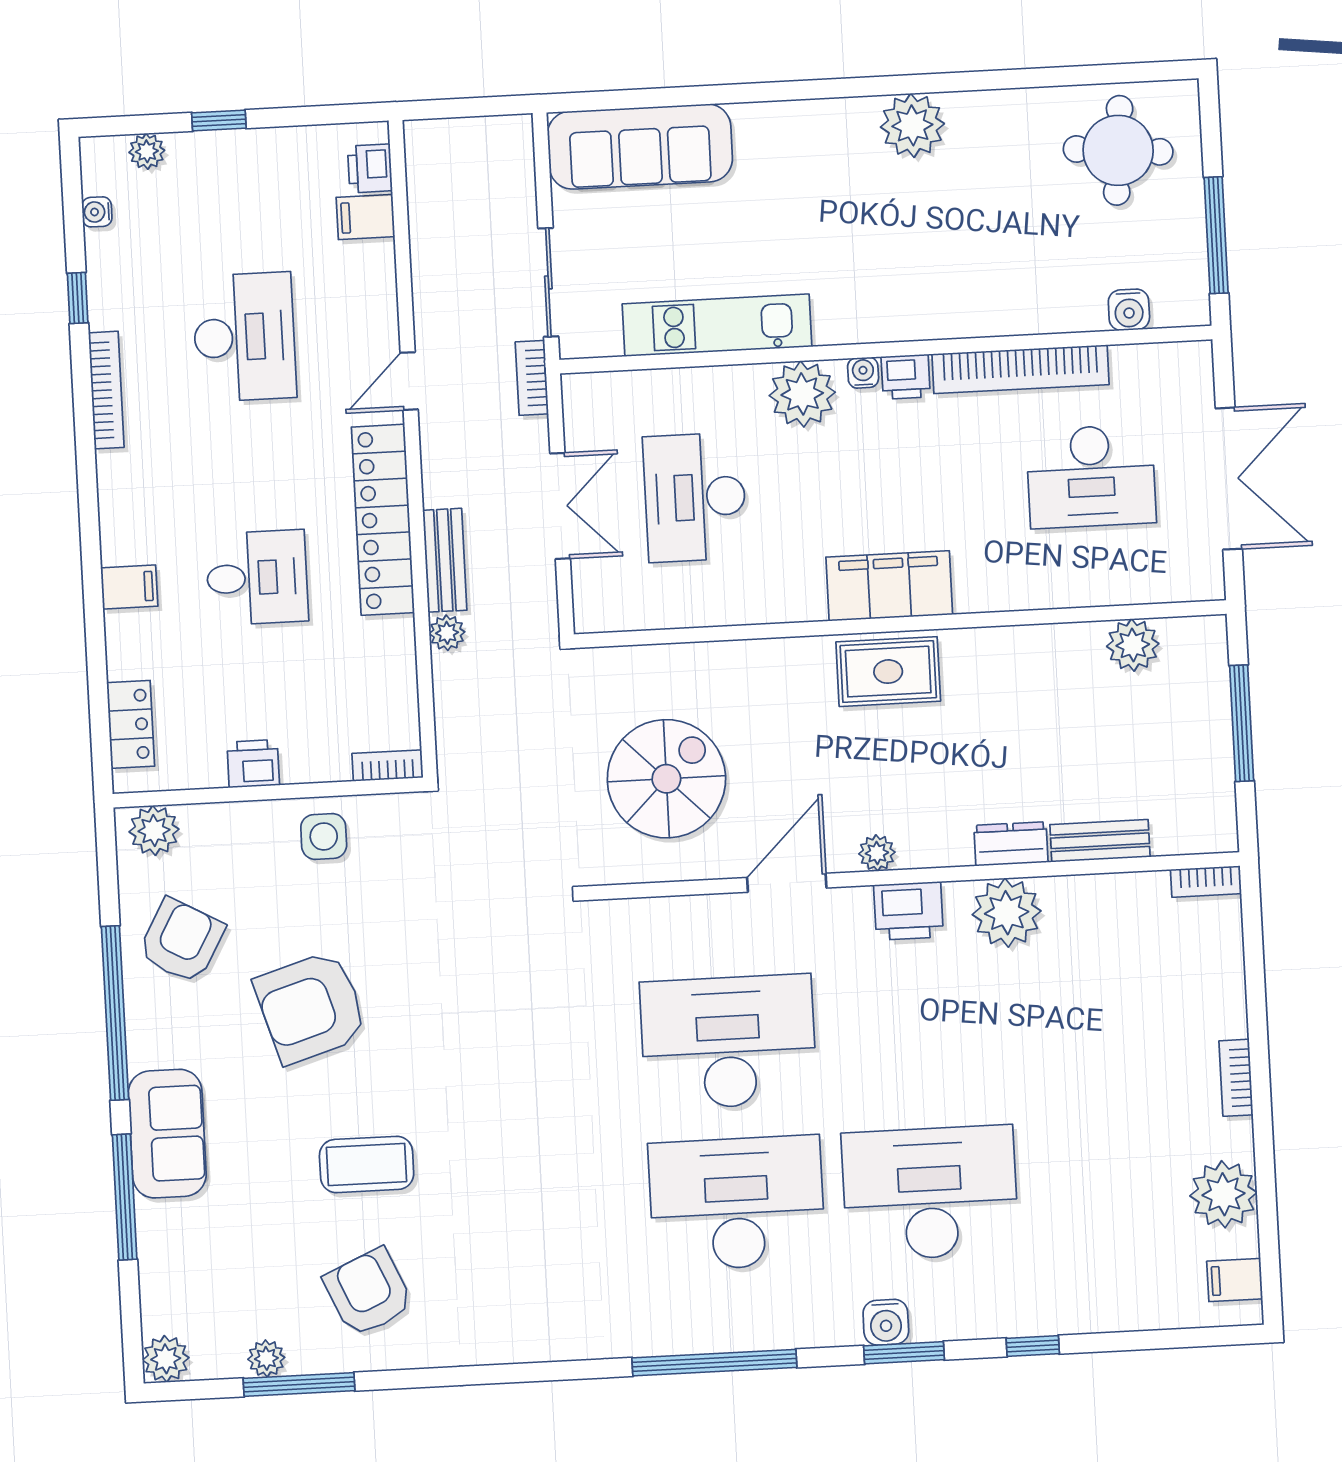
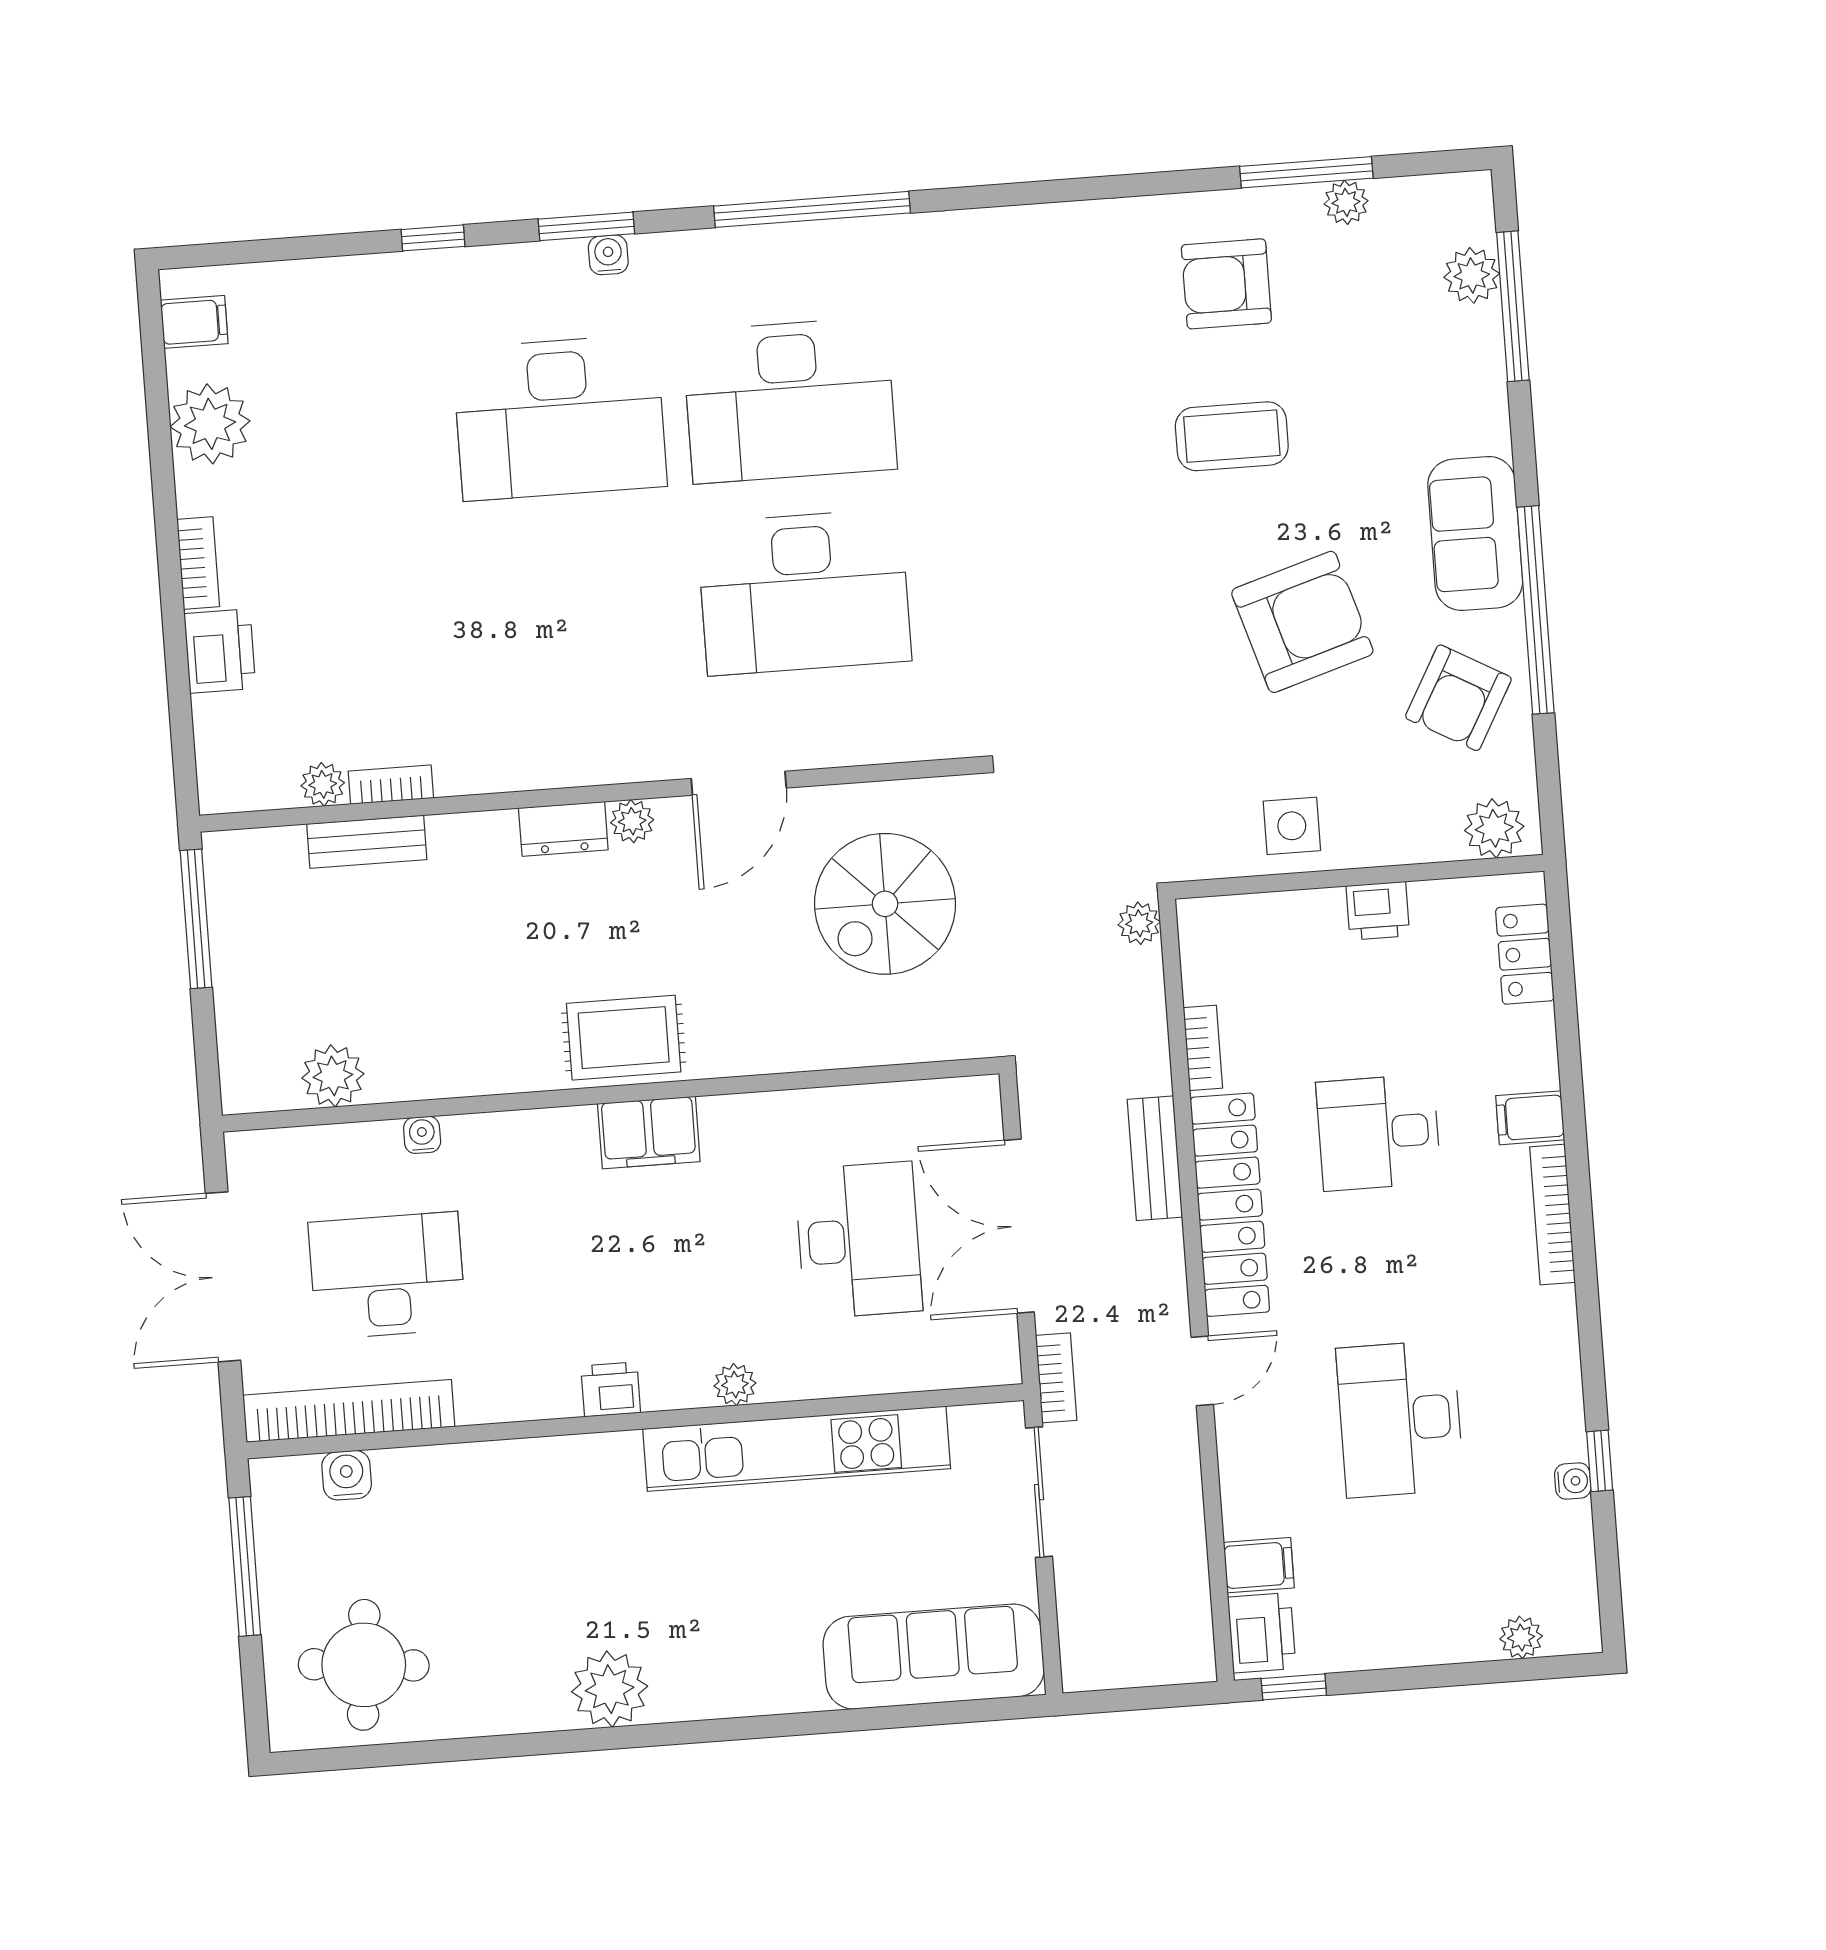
window: (219, 120) -> (1294, 1687), moved
printer: (370, 168) -> (1262, 1633), width x1.36, depth x1.24
water cooler: (97, 212) -> (1573, 1481), moved
kitchen unit: (717, 325) -> (797, 1449), width x1.36
bookcase: (1021, 369) -> (349, 1411), moved
water cooler: (863, 373) -> (422, 1135), moved, turned 180
bookcase: (106, 390) -> (1553, 1215), moved
plant: (802, 394) -> (735, 1384), width x0.53, depth x0.53
double door: (560, 506) -> (1019, 1226), width x1.37
filing cabinet: (889, 586) -> (649, 1133), width x0.67, depth x0.86
plant: (447, 633) -> (1139, 923), moved
window: (1242, 723) -> (196, 919), moved
bookcase: (388, 766) -> (1203, 1048), moved, turned -90
dresser: (1011, 844) -> (563, 829), moved
bookcase: (1206, 882) -> (391, 785), moved
printer: (908, 911) -> (220, 651), moved, turned 90
plant: (1007, 913) -> (323, 784), moved, width x0.53, depth x0.53
sofa: (167, 1134) -> (1475, 533), moved
window: (125, 1197) -> (1513, 306), moved
armchair: (368, 1292) -> (1226, 284), turned 114
water cooler: (886, 1322) -> (608, 255), width x0.72, depth x0.72
plant: (166, 1359) -> (1472, 275), moved

